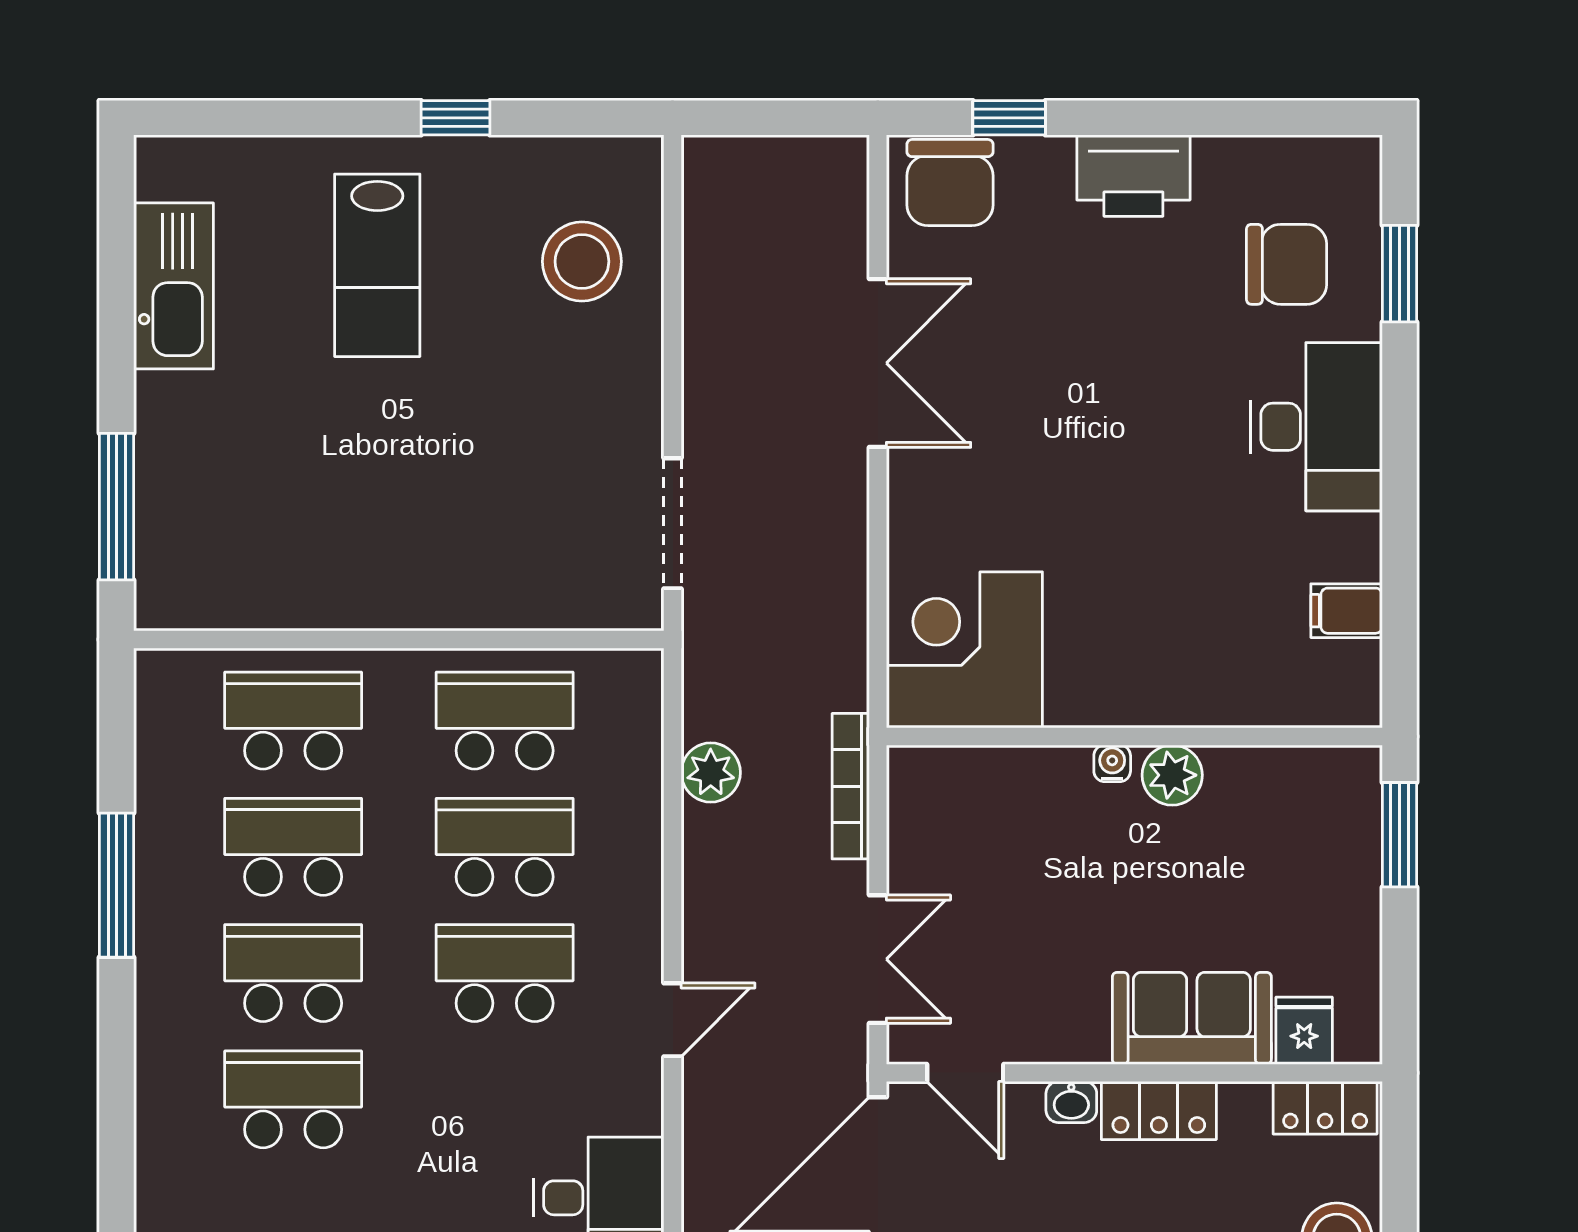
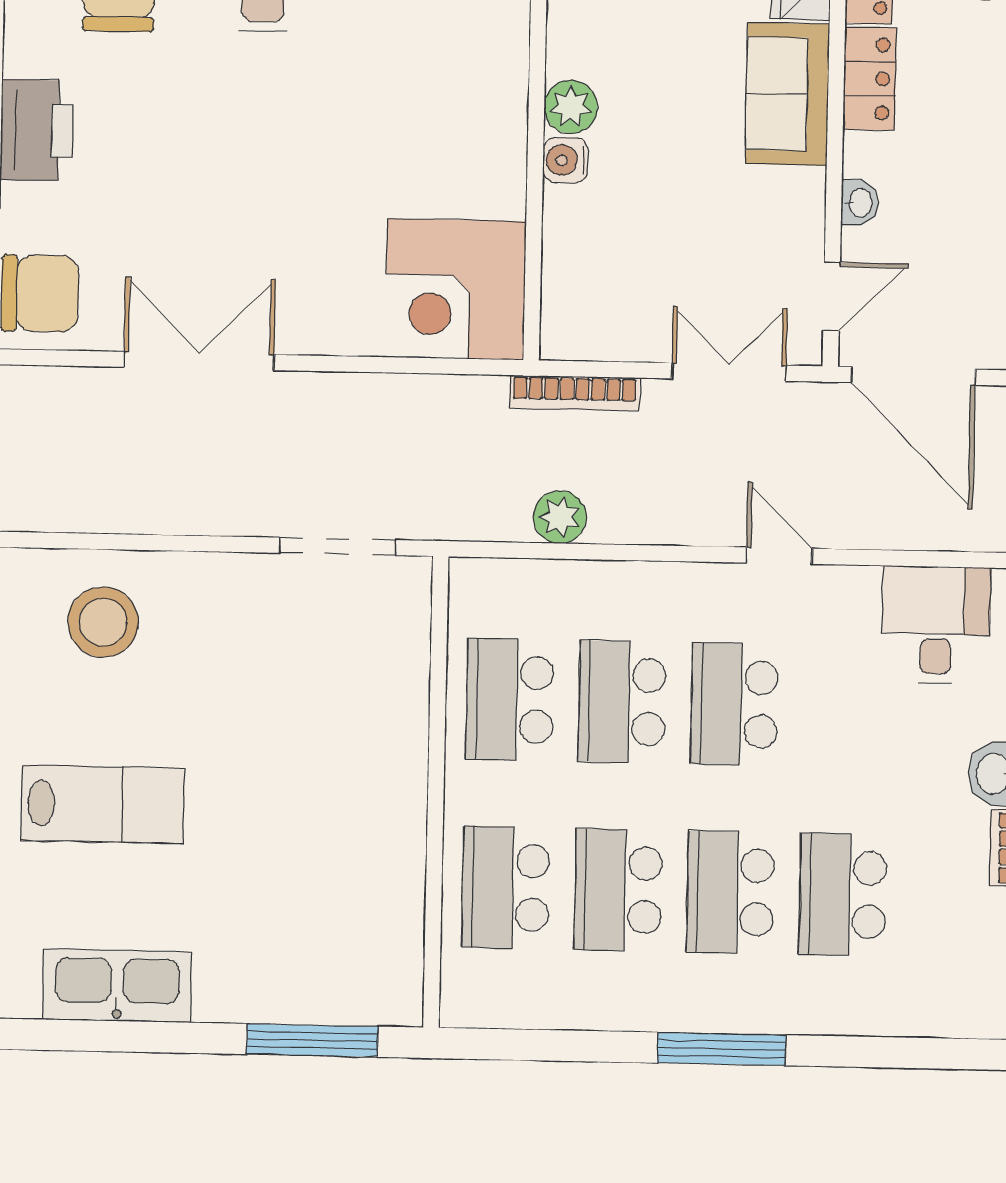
water cooler: (1112, 763) -> (565, 160), width x1.38, depth x1.38
window: (117, 885) -> (722, 1049), moved
locker: (1159, 1110) -> (870, 79), moved

